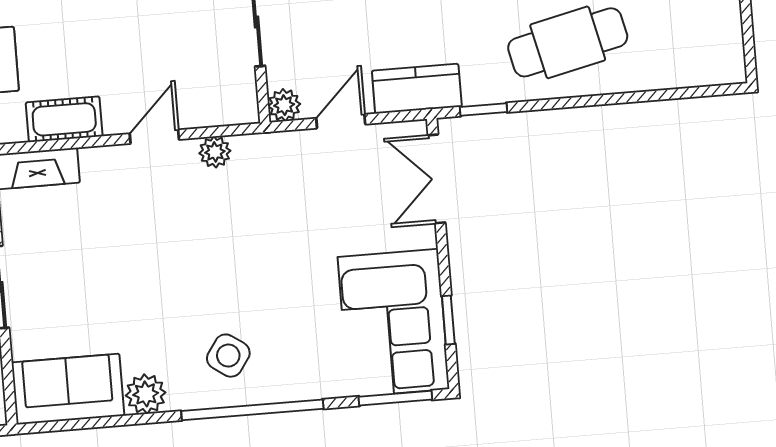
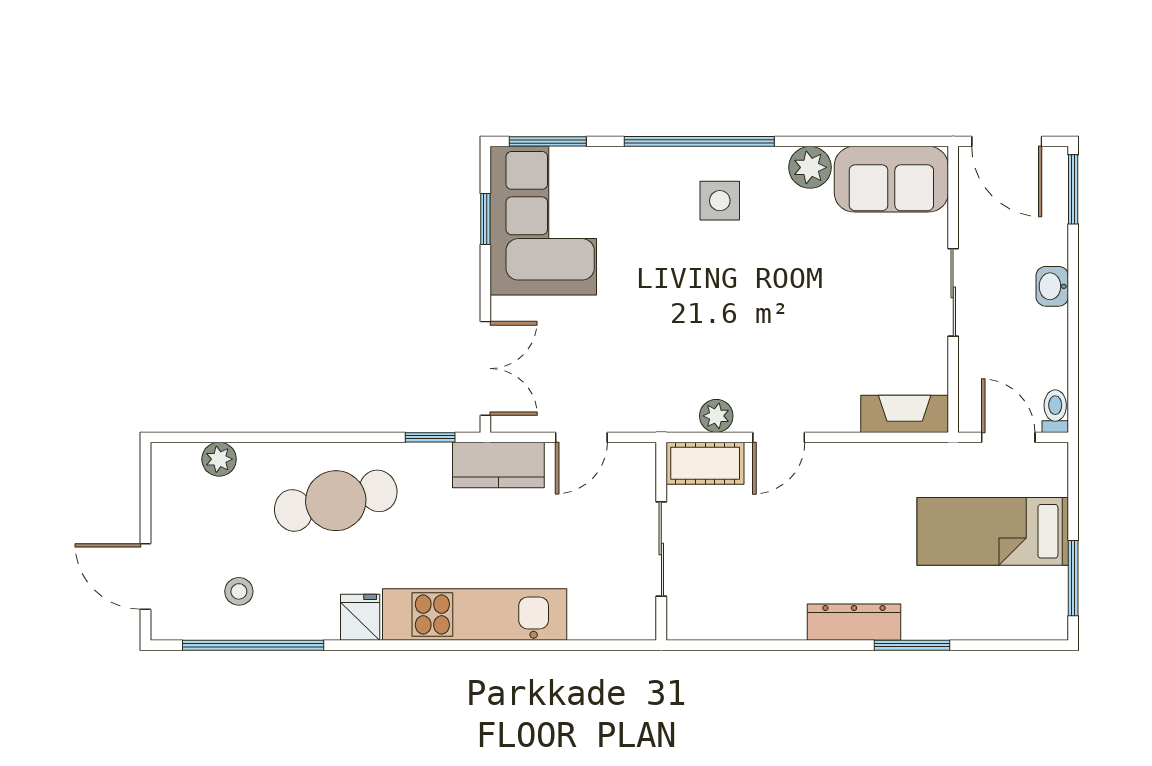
plant: (284, 105) -> (219, 459), moved
cot: (64, 119) -> (705, 463), moved
side table: (228, 356) -> (720, 201), turned -35

